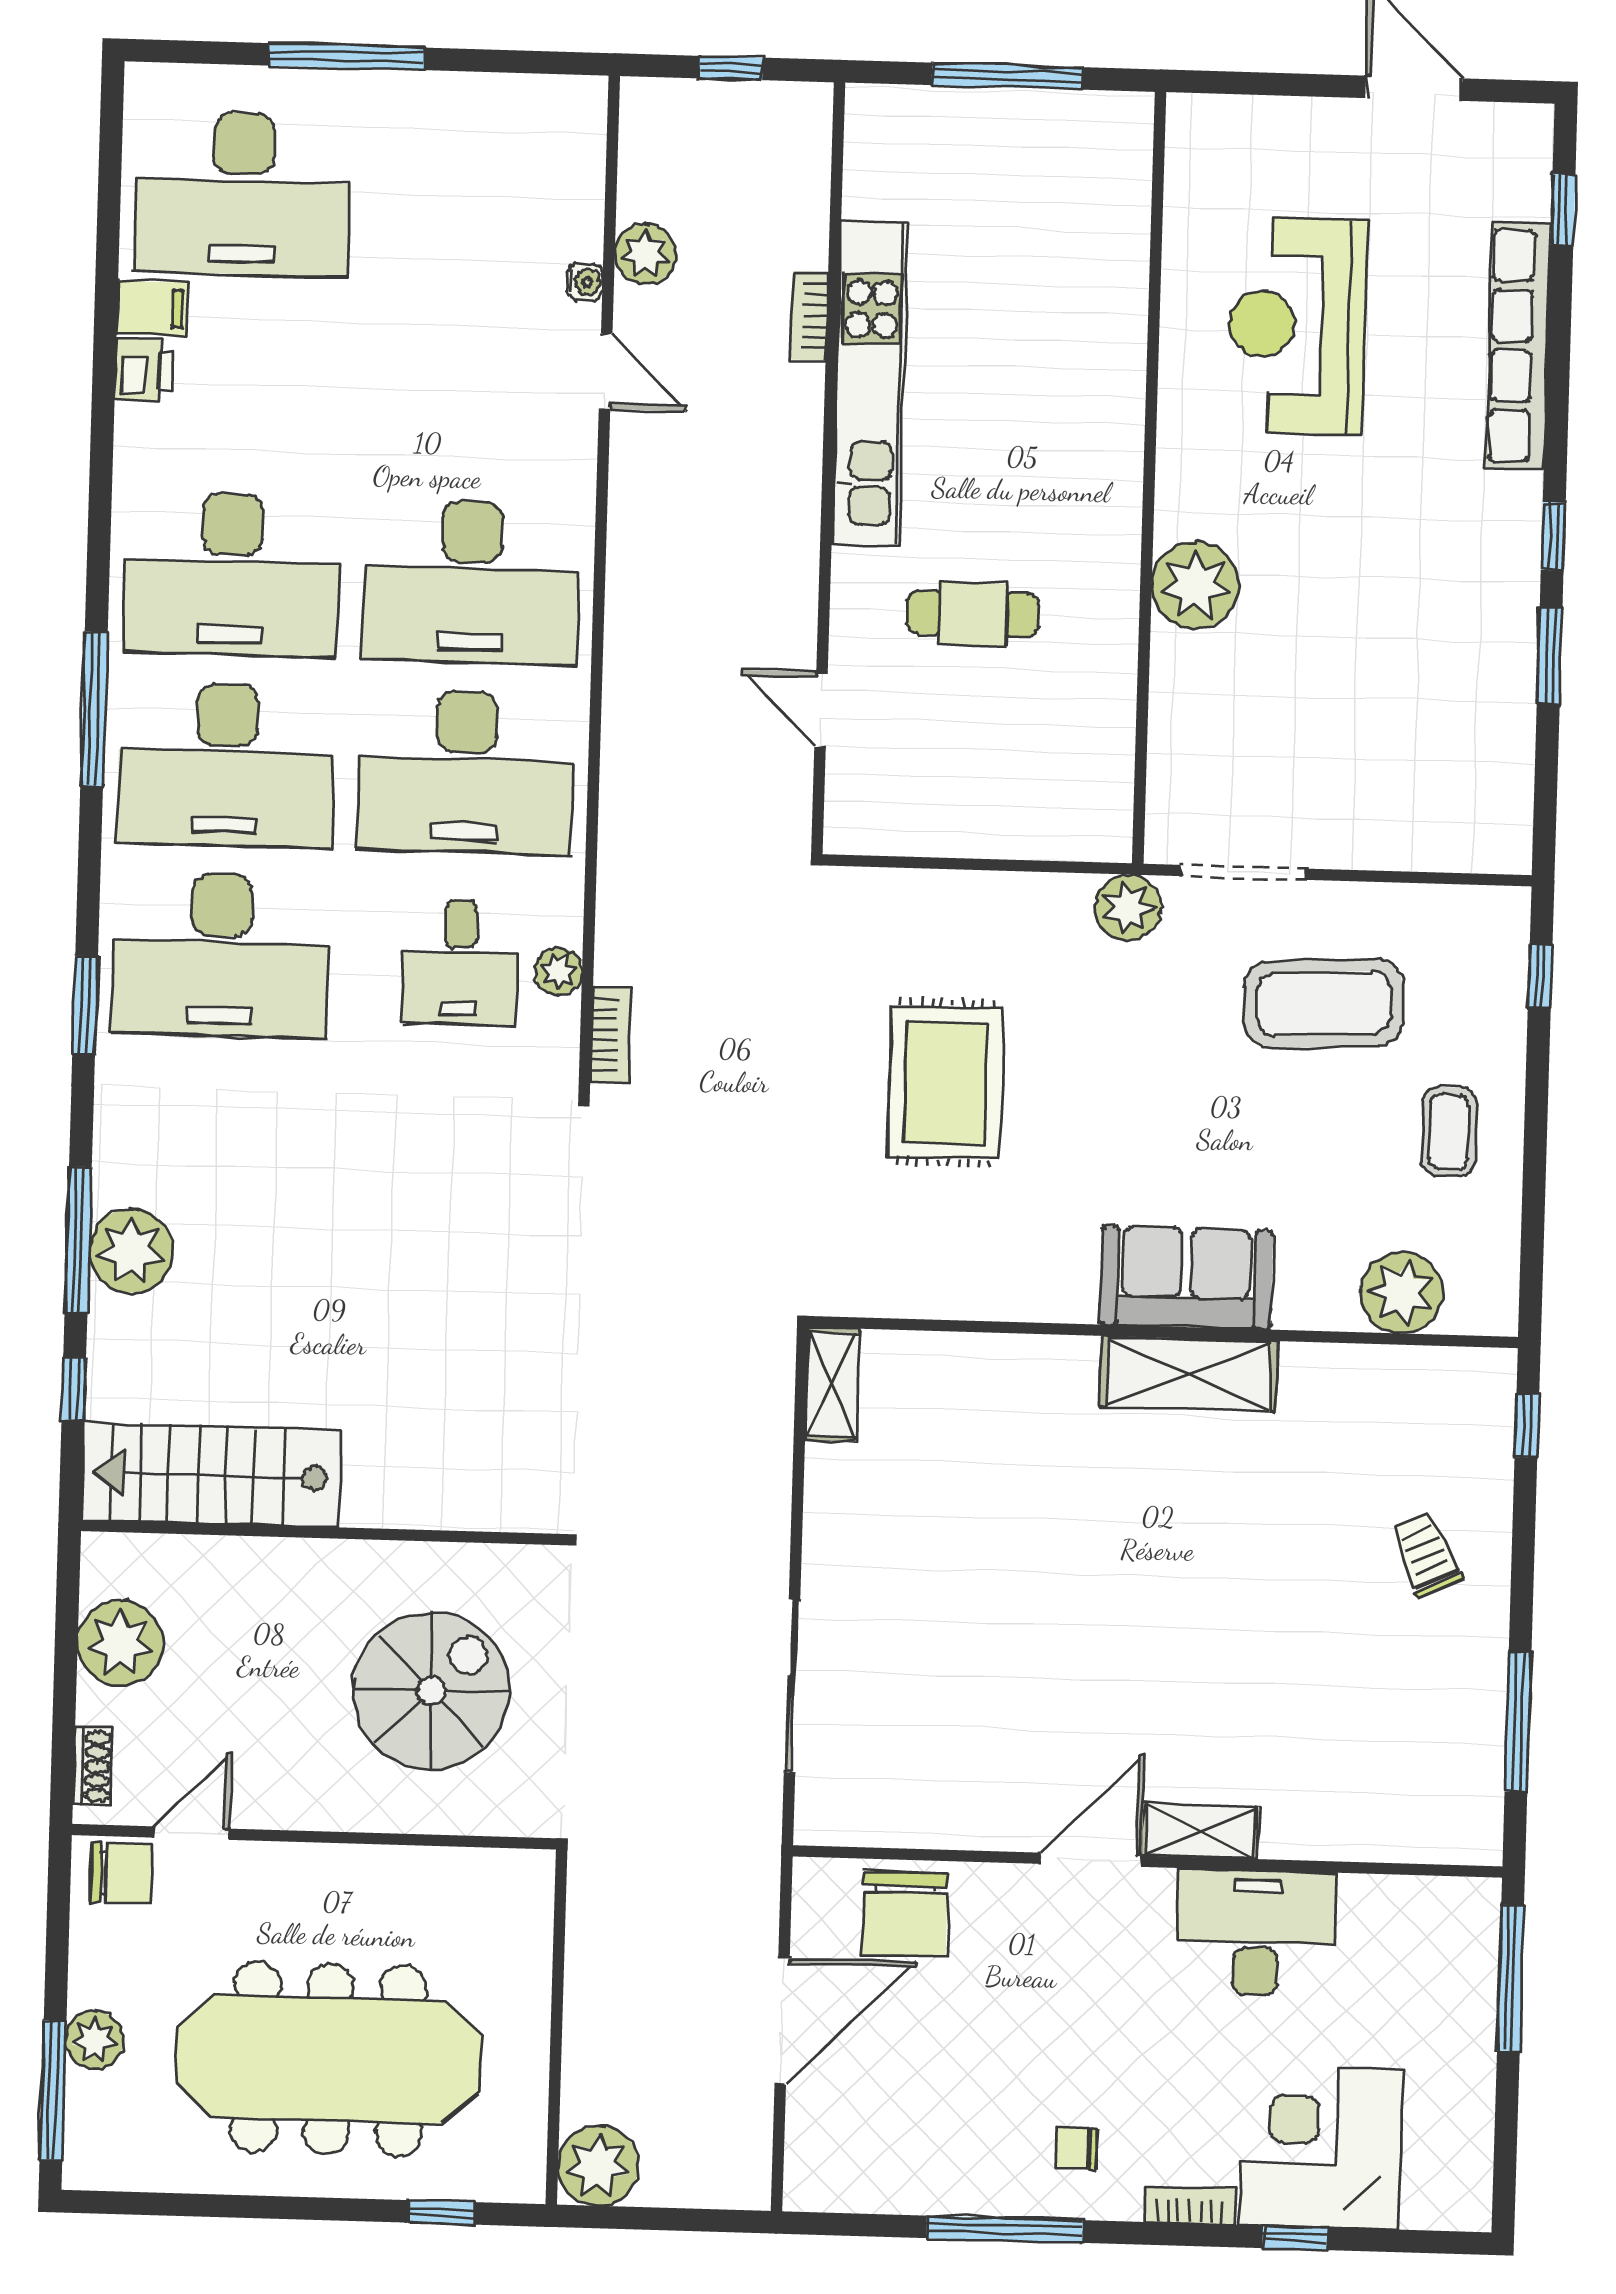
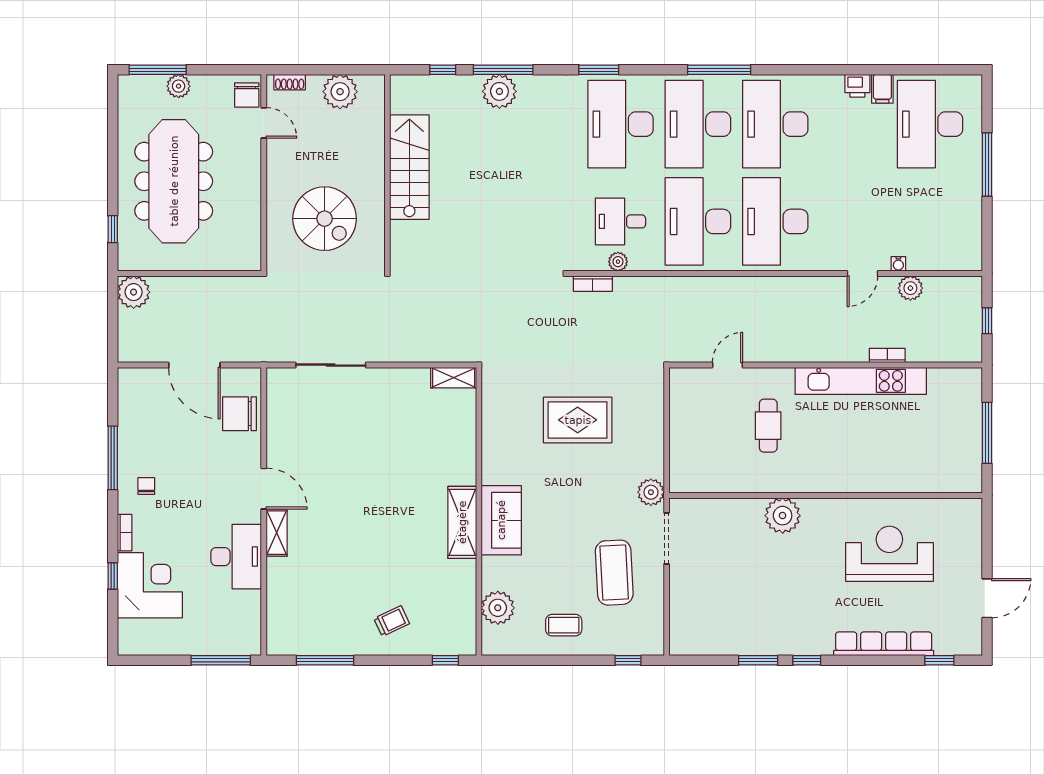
stairs: (211, 1475) -> (409, 167), moved

